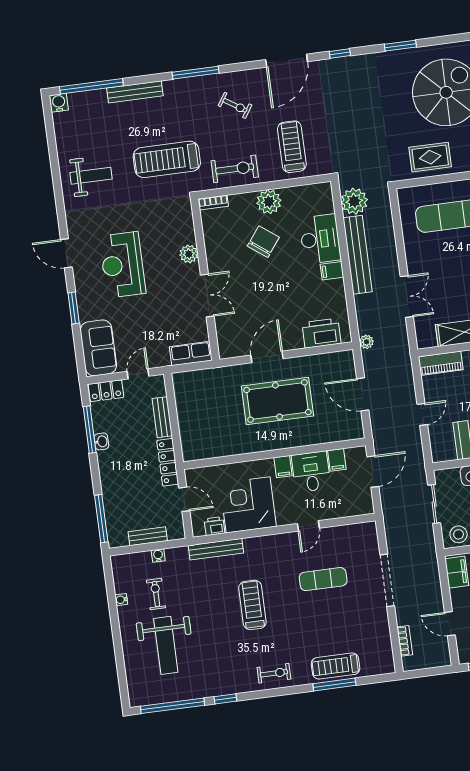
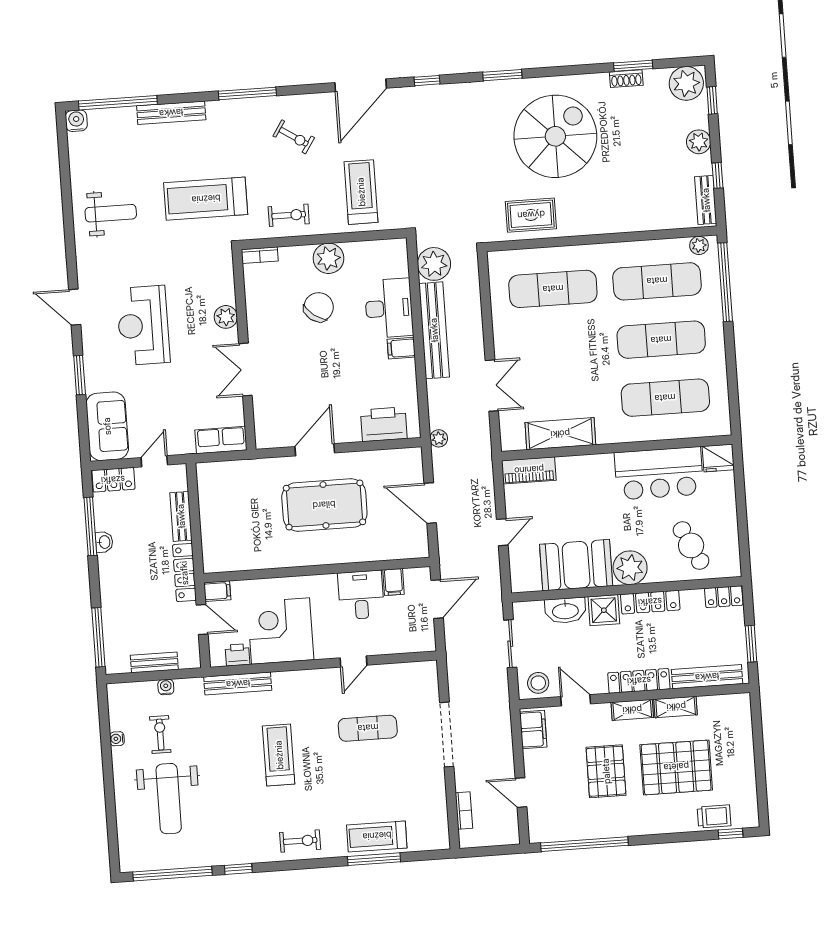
exercise bike: (235, 169) -> (289, 215), width x0.73, depth x0.72
double door: (207, 295) -> (245, 369), swing flipped
filing cabinet: (283, 467) -> (217, 591), moved, turned -90

